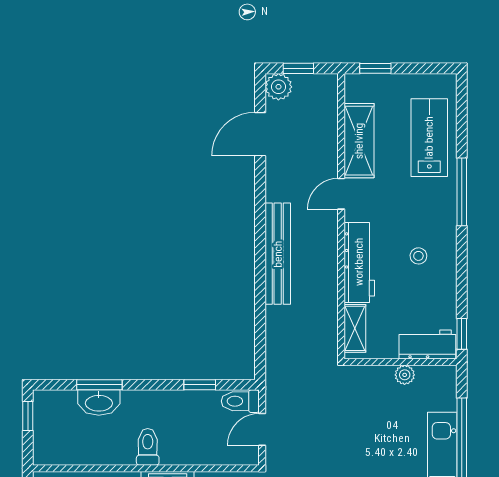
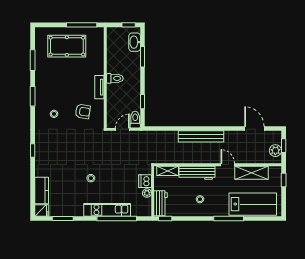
plant: (278, 87) -> (275, 151), moved
lab bench: (429, 138) -> (253, 204), width x1.36, depth x1.39
dishwasher: (378, 379) -> (145, 181), added
washbasin: (99, 402) -> (135, 42), moved
door: (262, 429) -> (123, 129), hinge flipped

